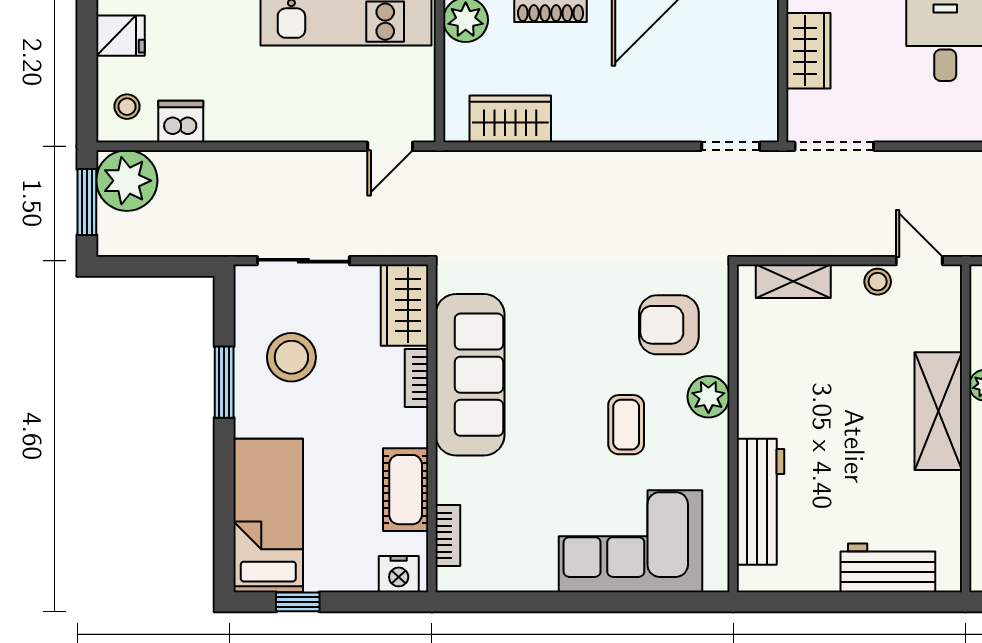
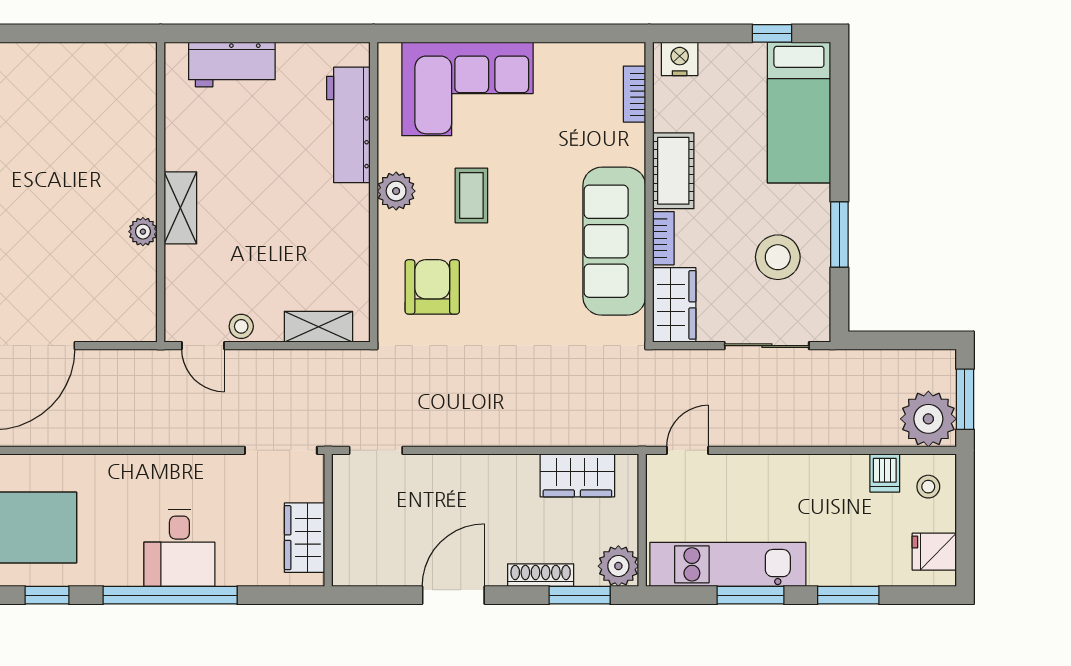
dishwasher: (181, 122) -> (885, 473), width x0.73
armchair: (669, 325) -> (432, 287), turned -90
plant: (708, 397) -> (396, 191), moved
shelving: (938, 411) -> (180, 208), width x0.67, depth x0.75
cot: (406, 490) -> (673, 171), moved

